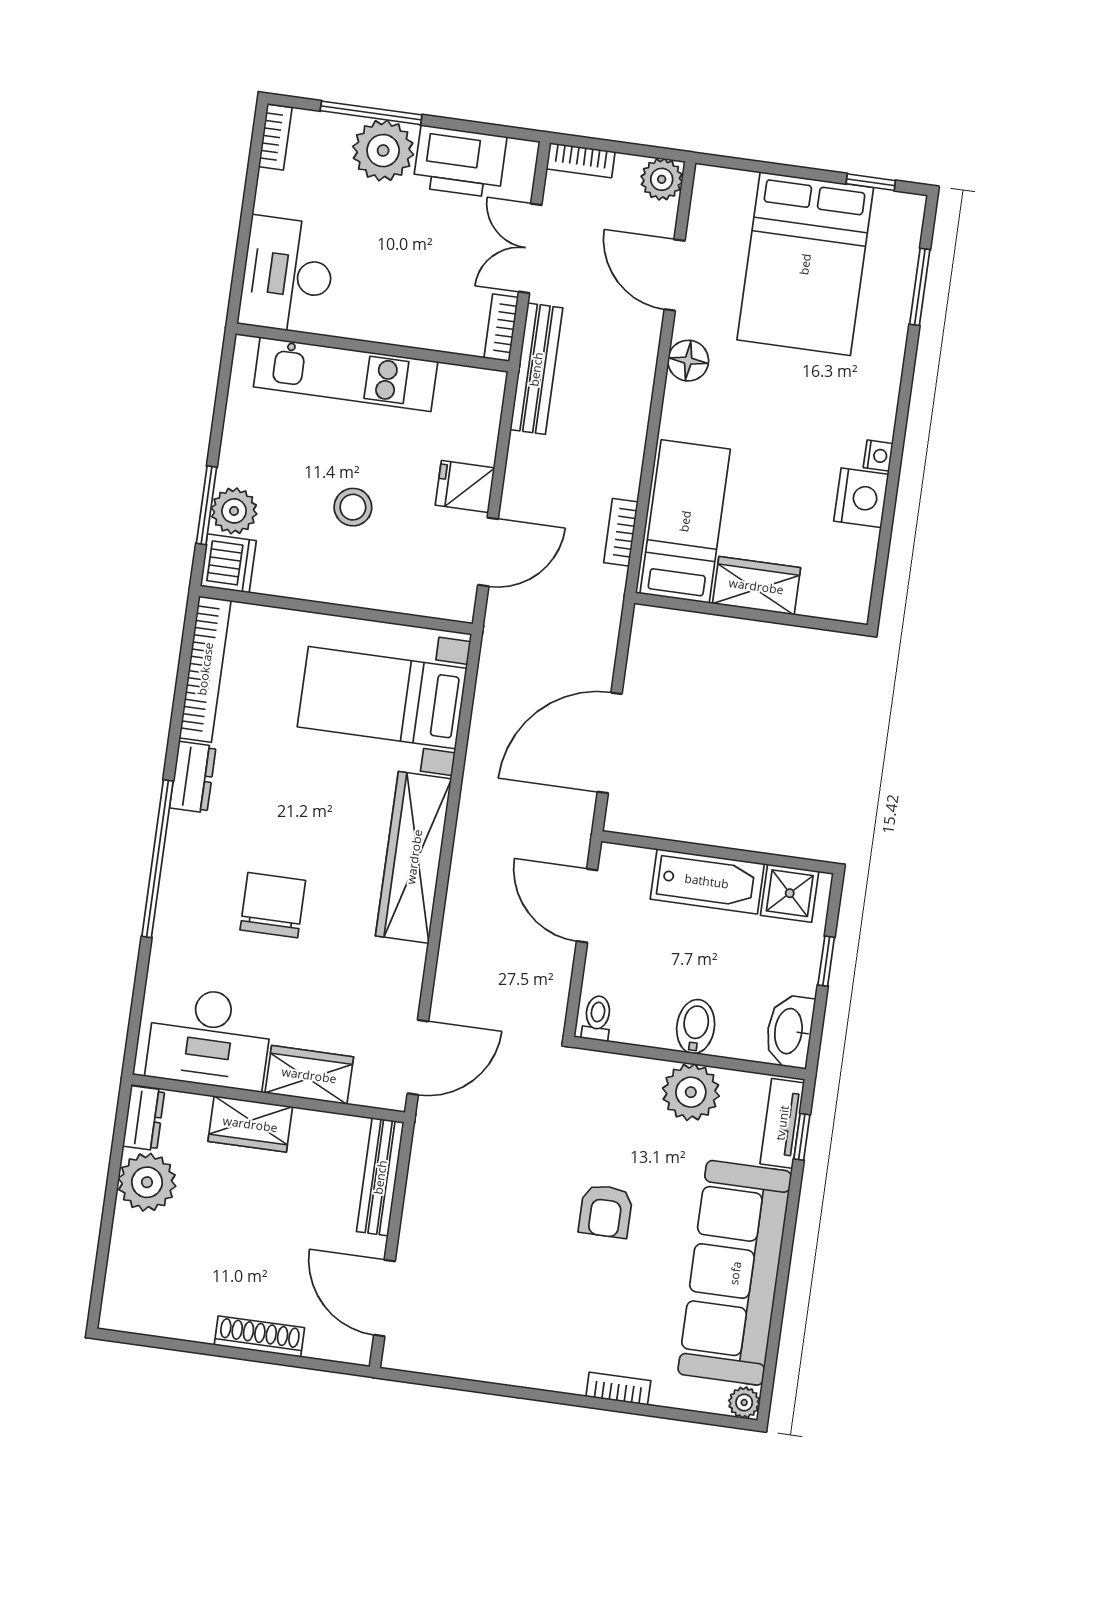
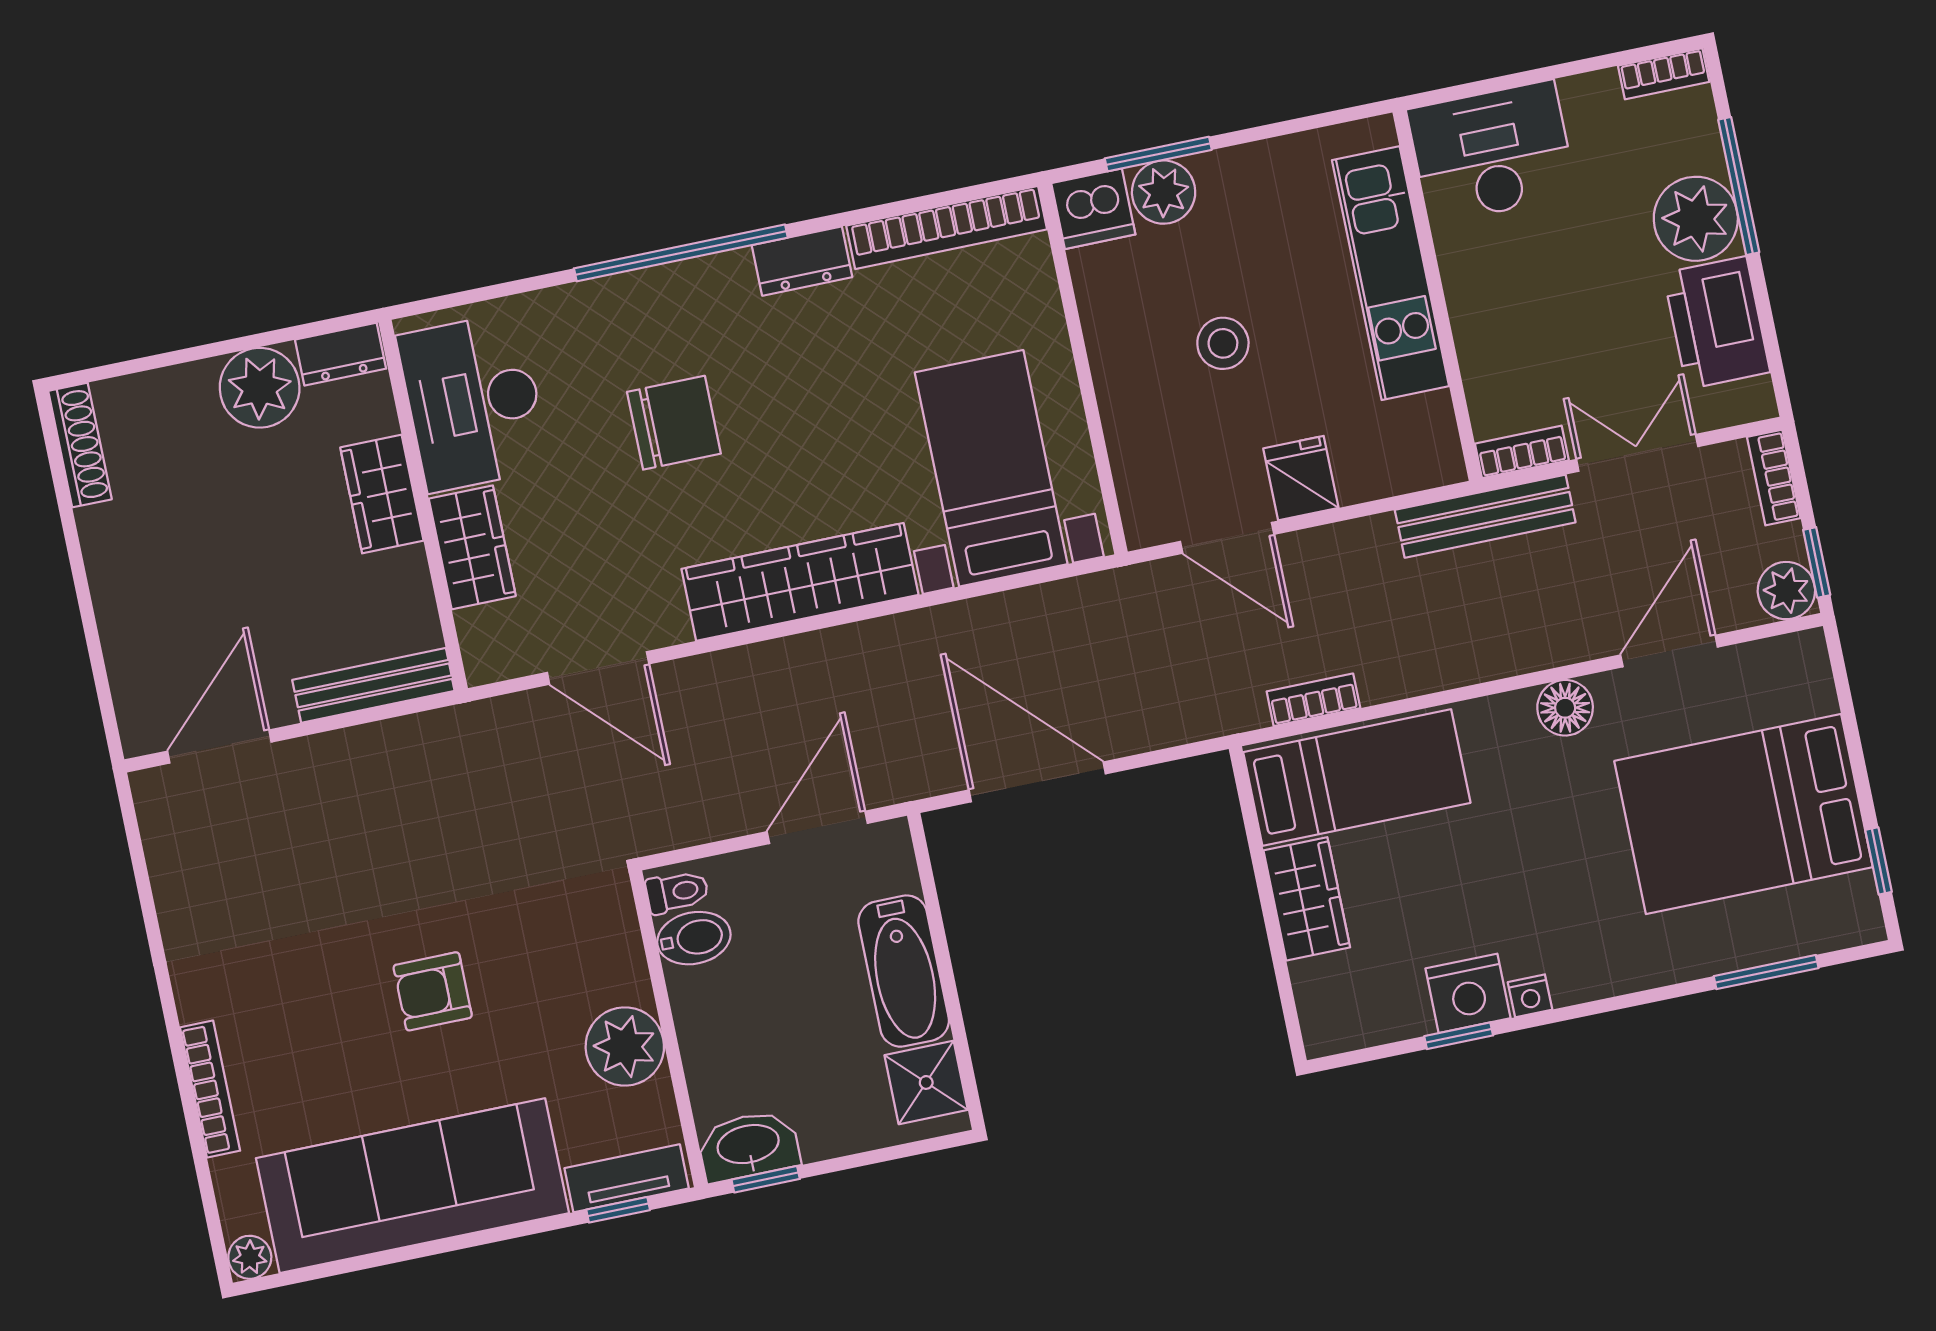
window: (650, 152) -> (1817, 562), added
window: (888, 515) -> (1459, 1036), added
window: (826, 961) -> (766, 1179), moved
bidet: (696, 1027) -> (694, 938), moved
door: (418, 1057) -> (598, 668), moved
shoe rack: (259, 1336) -> (80, 445), moved
bookcase: (618, 1389) -> (210, 1089), width x1.56

